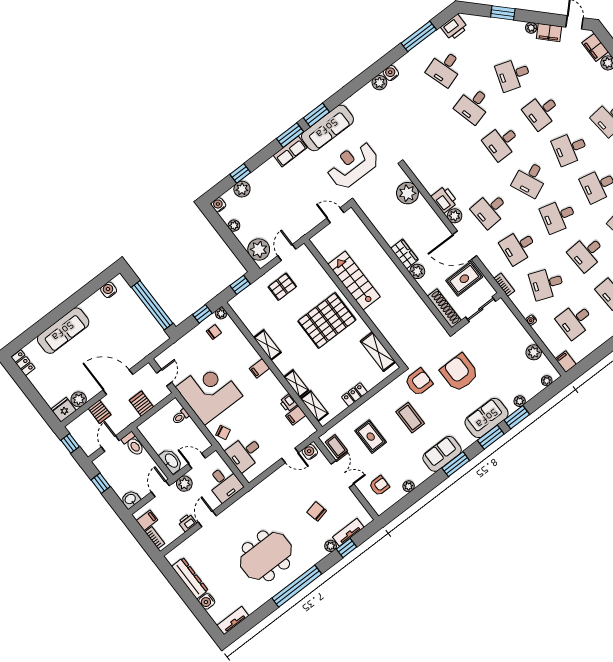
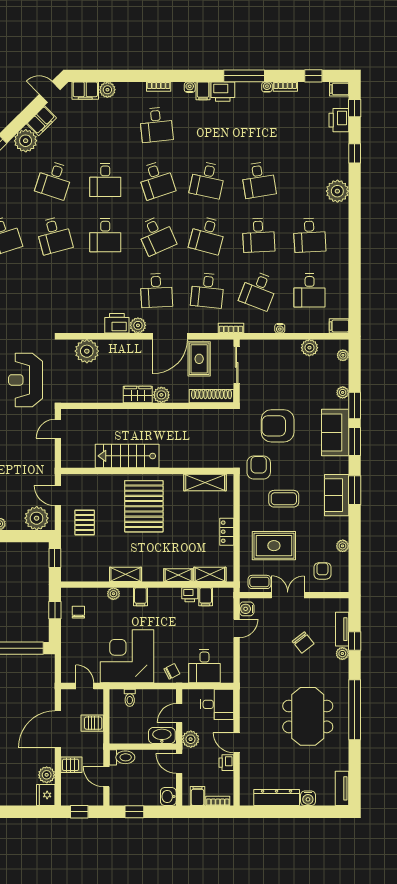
plant: (531, 28) -> (26, 141), width x1.87, depth x1.87
desk: (570, 148) -> (156, 180), turned -33
plant: (221, 313) -> (113, 594), moved
rug: (371, 437) -> (274, 546), width x1.36, depth x1.43
chair: (317, 511) -> (303, 643), turned -116

